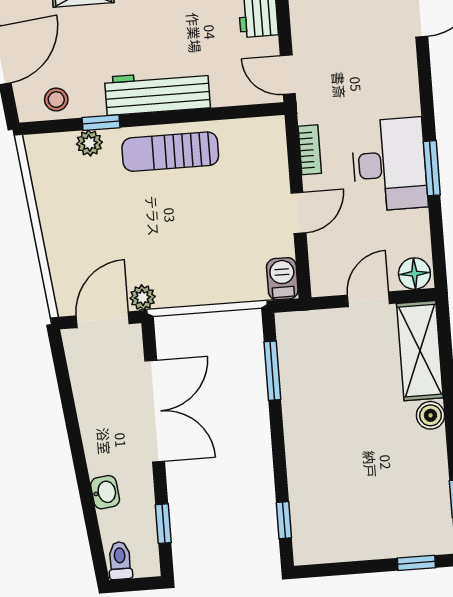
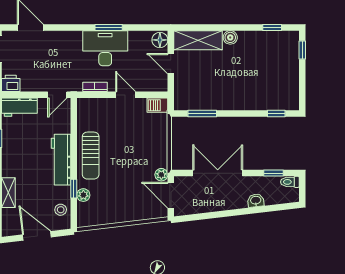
toilet: (120, 561) -> (290, 182), moved

